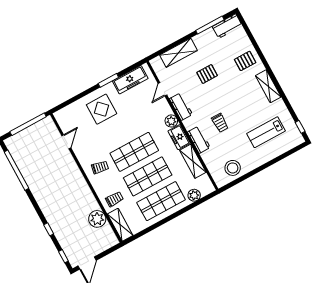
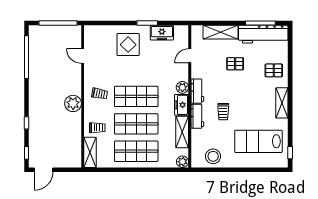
workbench: (227, 26) -> (263, 34), width x1.88, depth x1.32
freezer: (130, 80) -> (162, 33), width x0.71
workbench: (181, 107) -> (197, 91), moved
lab bench: (266, 132) -> (258, 141), width x1.36, depth x1.39
door: (66, 142) -> (83, 56), swing flipped
plant: (194, 195) -> (182, 162), moved
plant: (97, 219) -> (73, 103), moved

